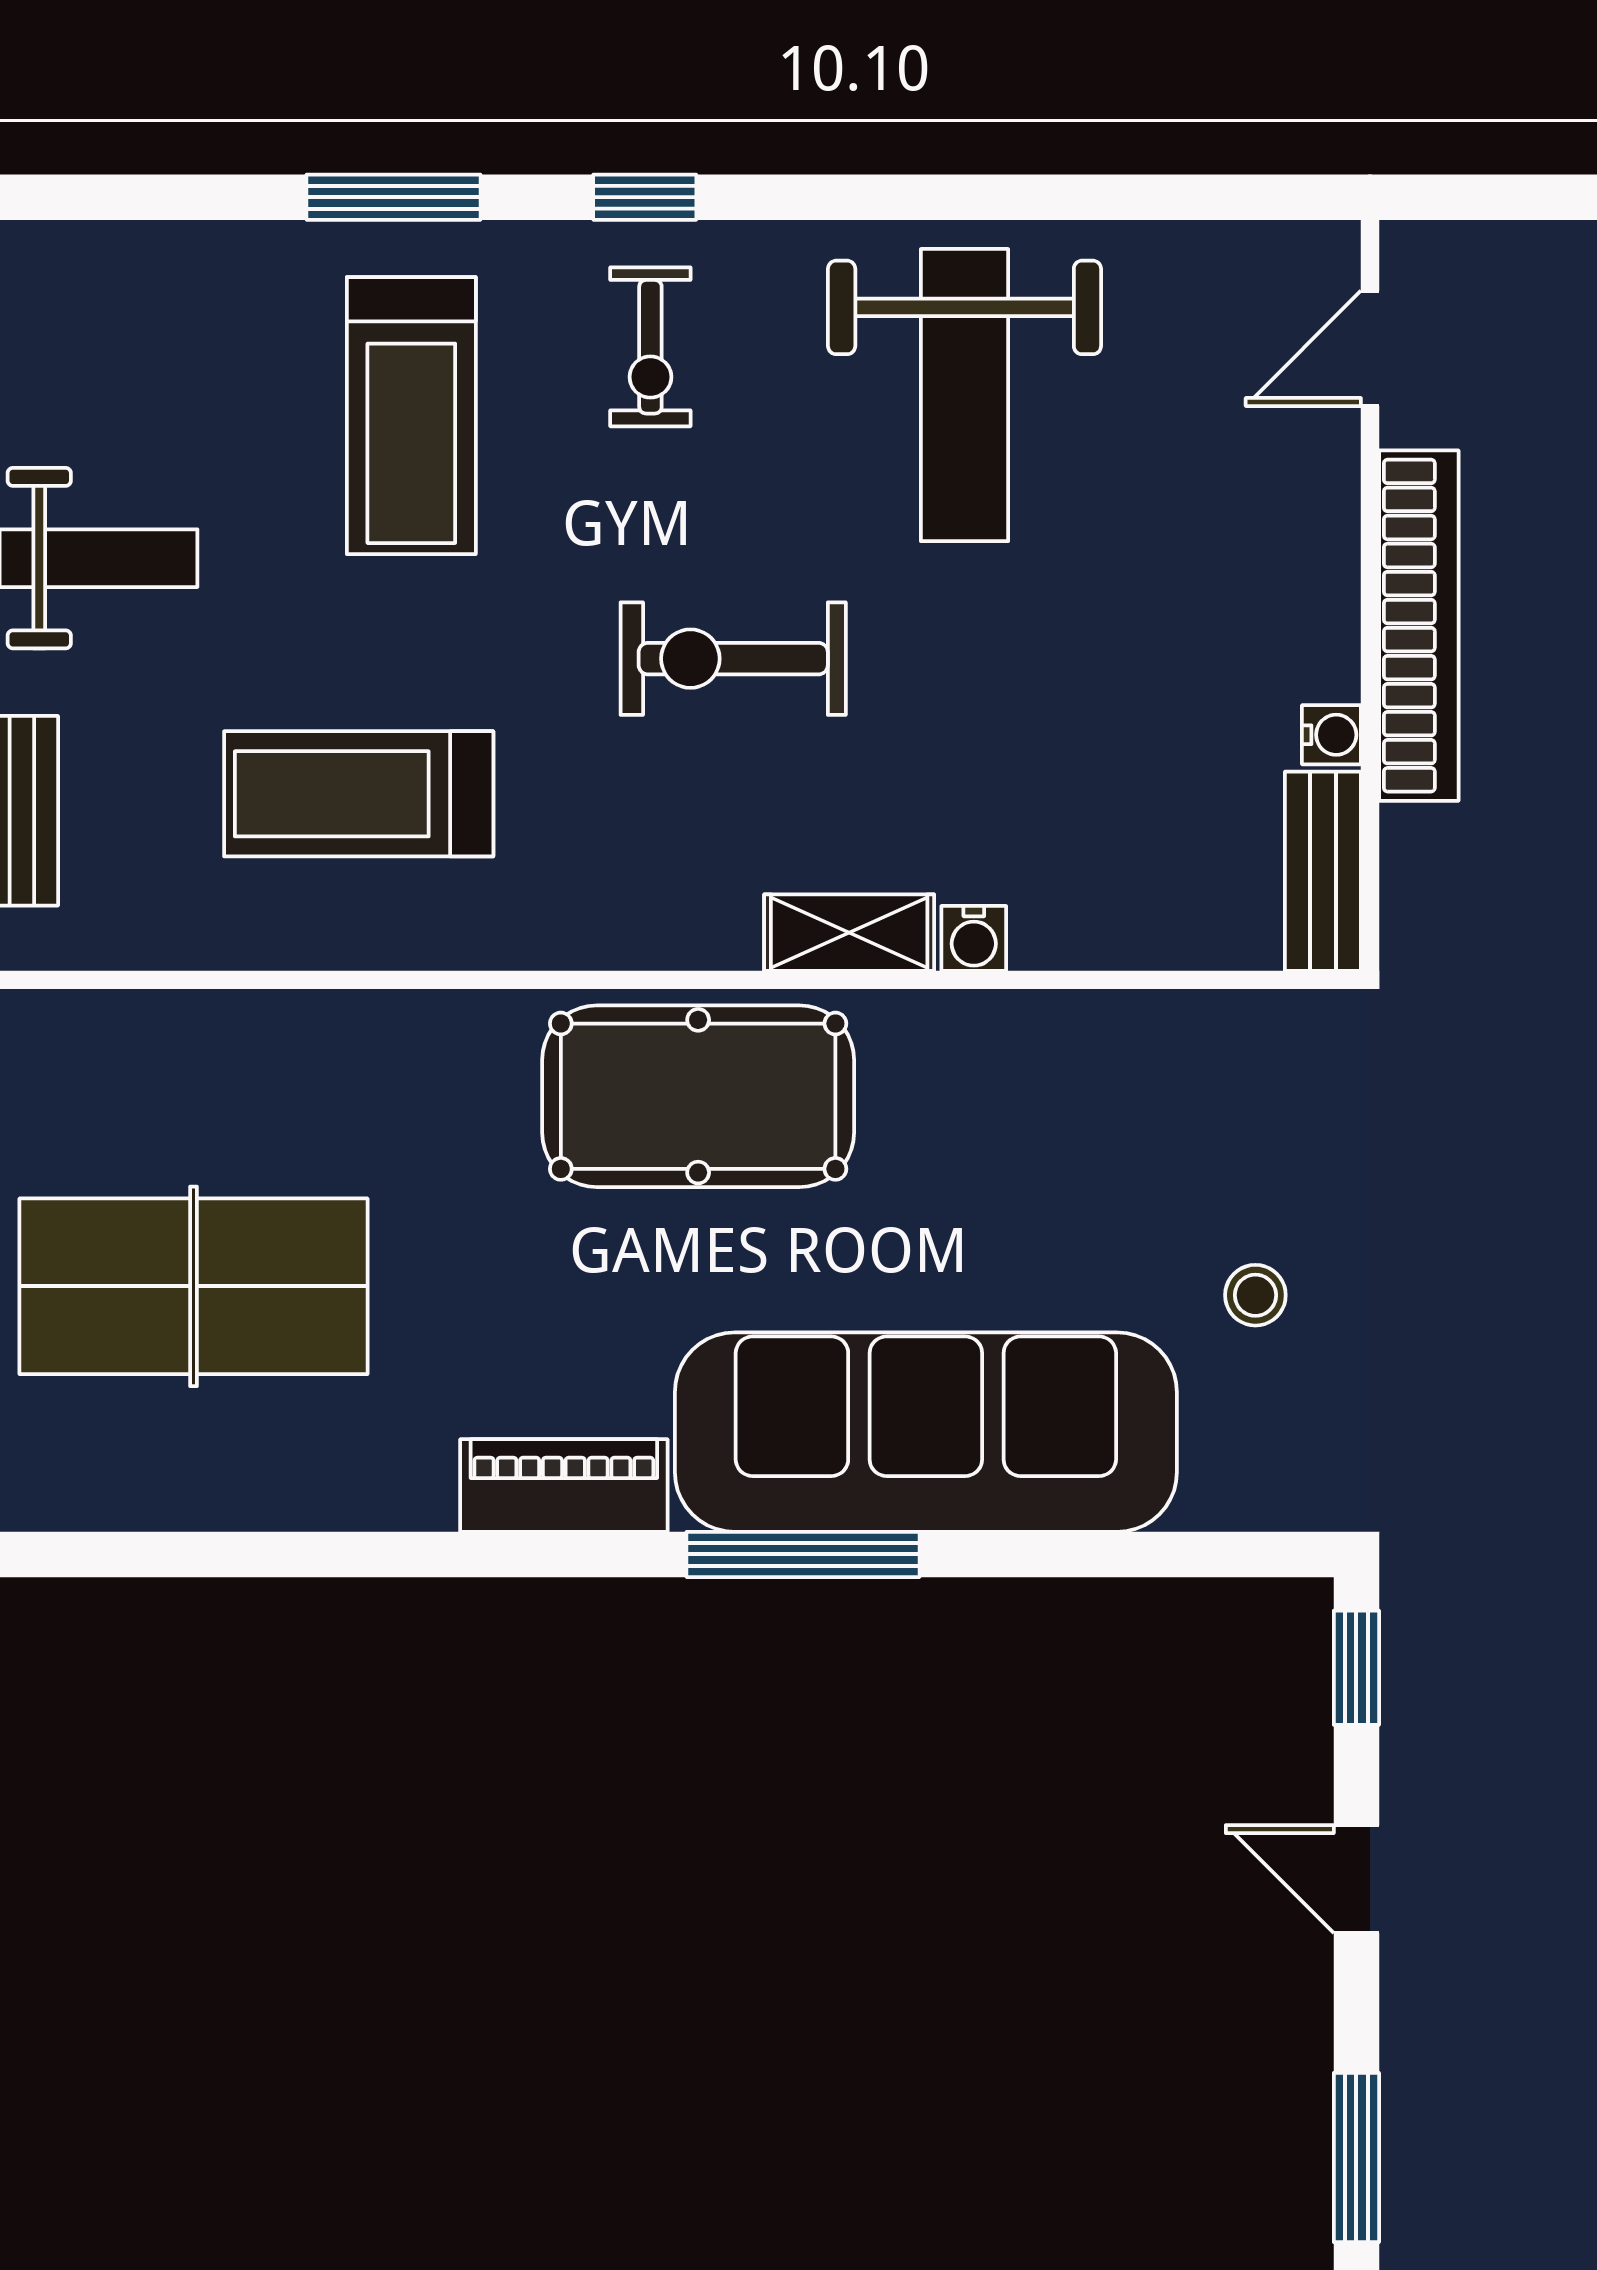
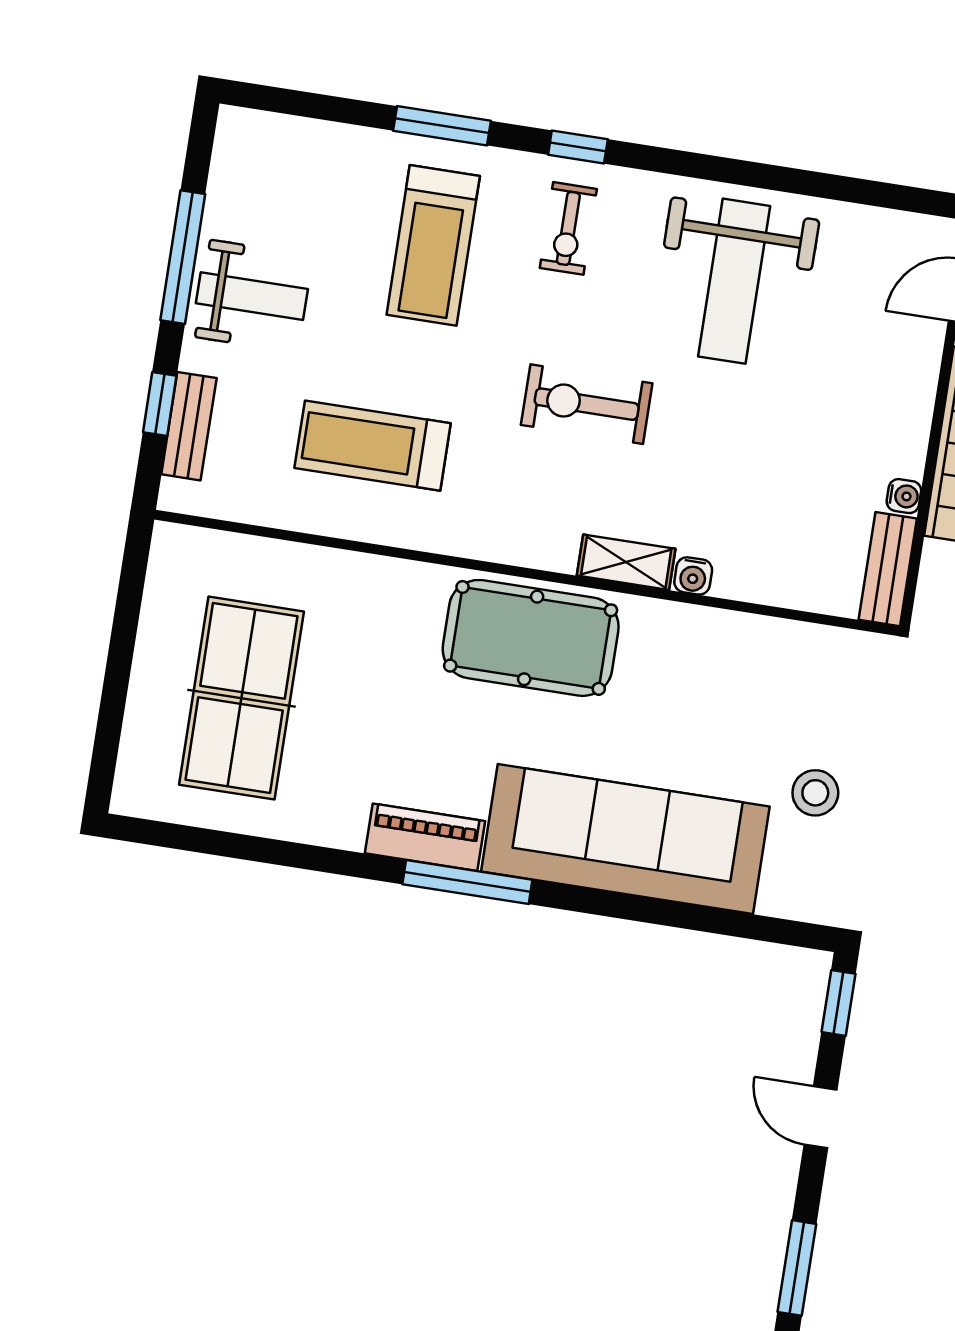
table tennis table: (194, 1286) -> (242, 698), turned 90
stool: (1255, 1295) -> (815, 793), width x1.37, depth x1.37
window: (803, 1554) -> (467, 882), moved

